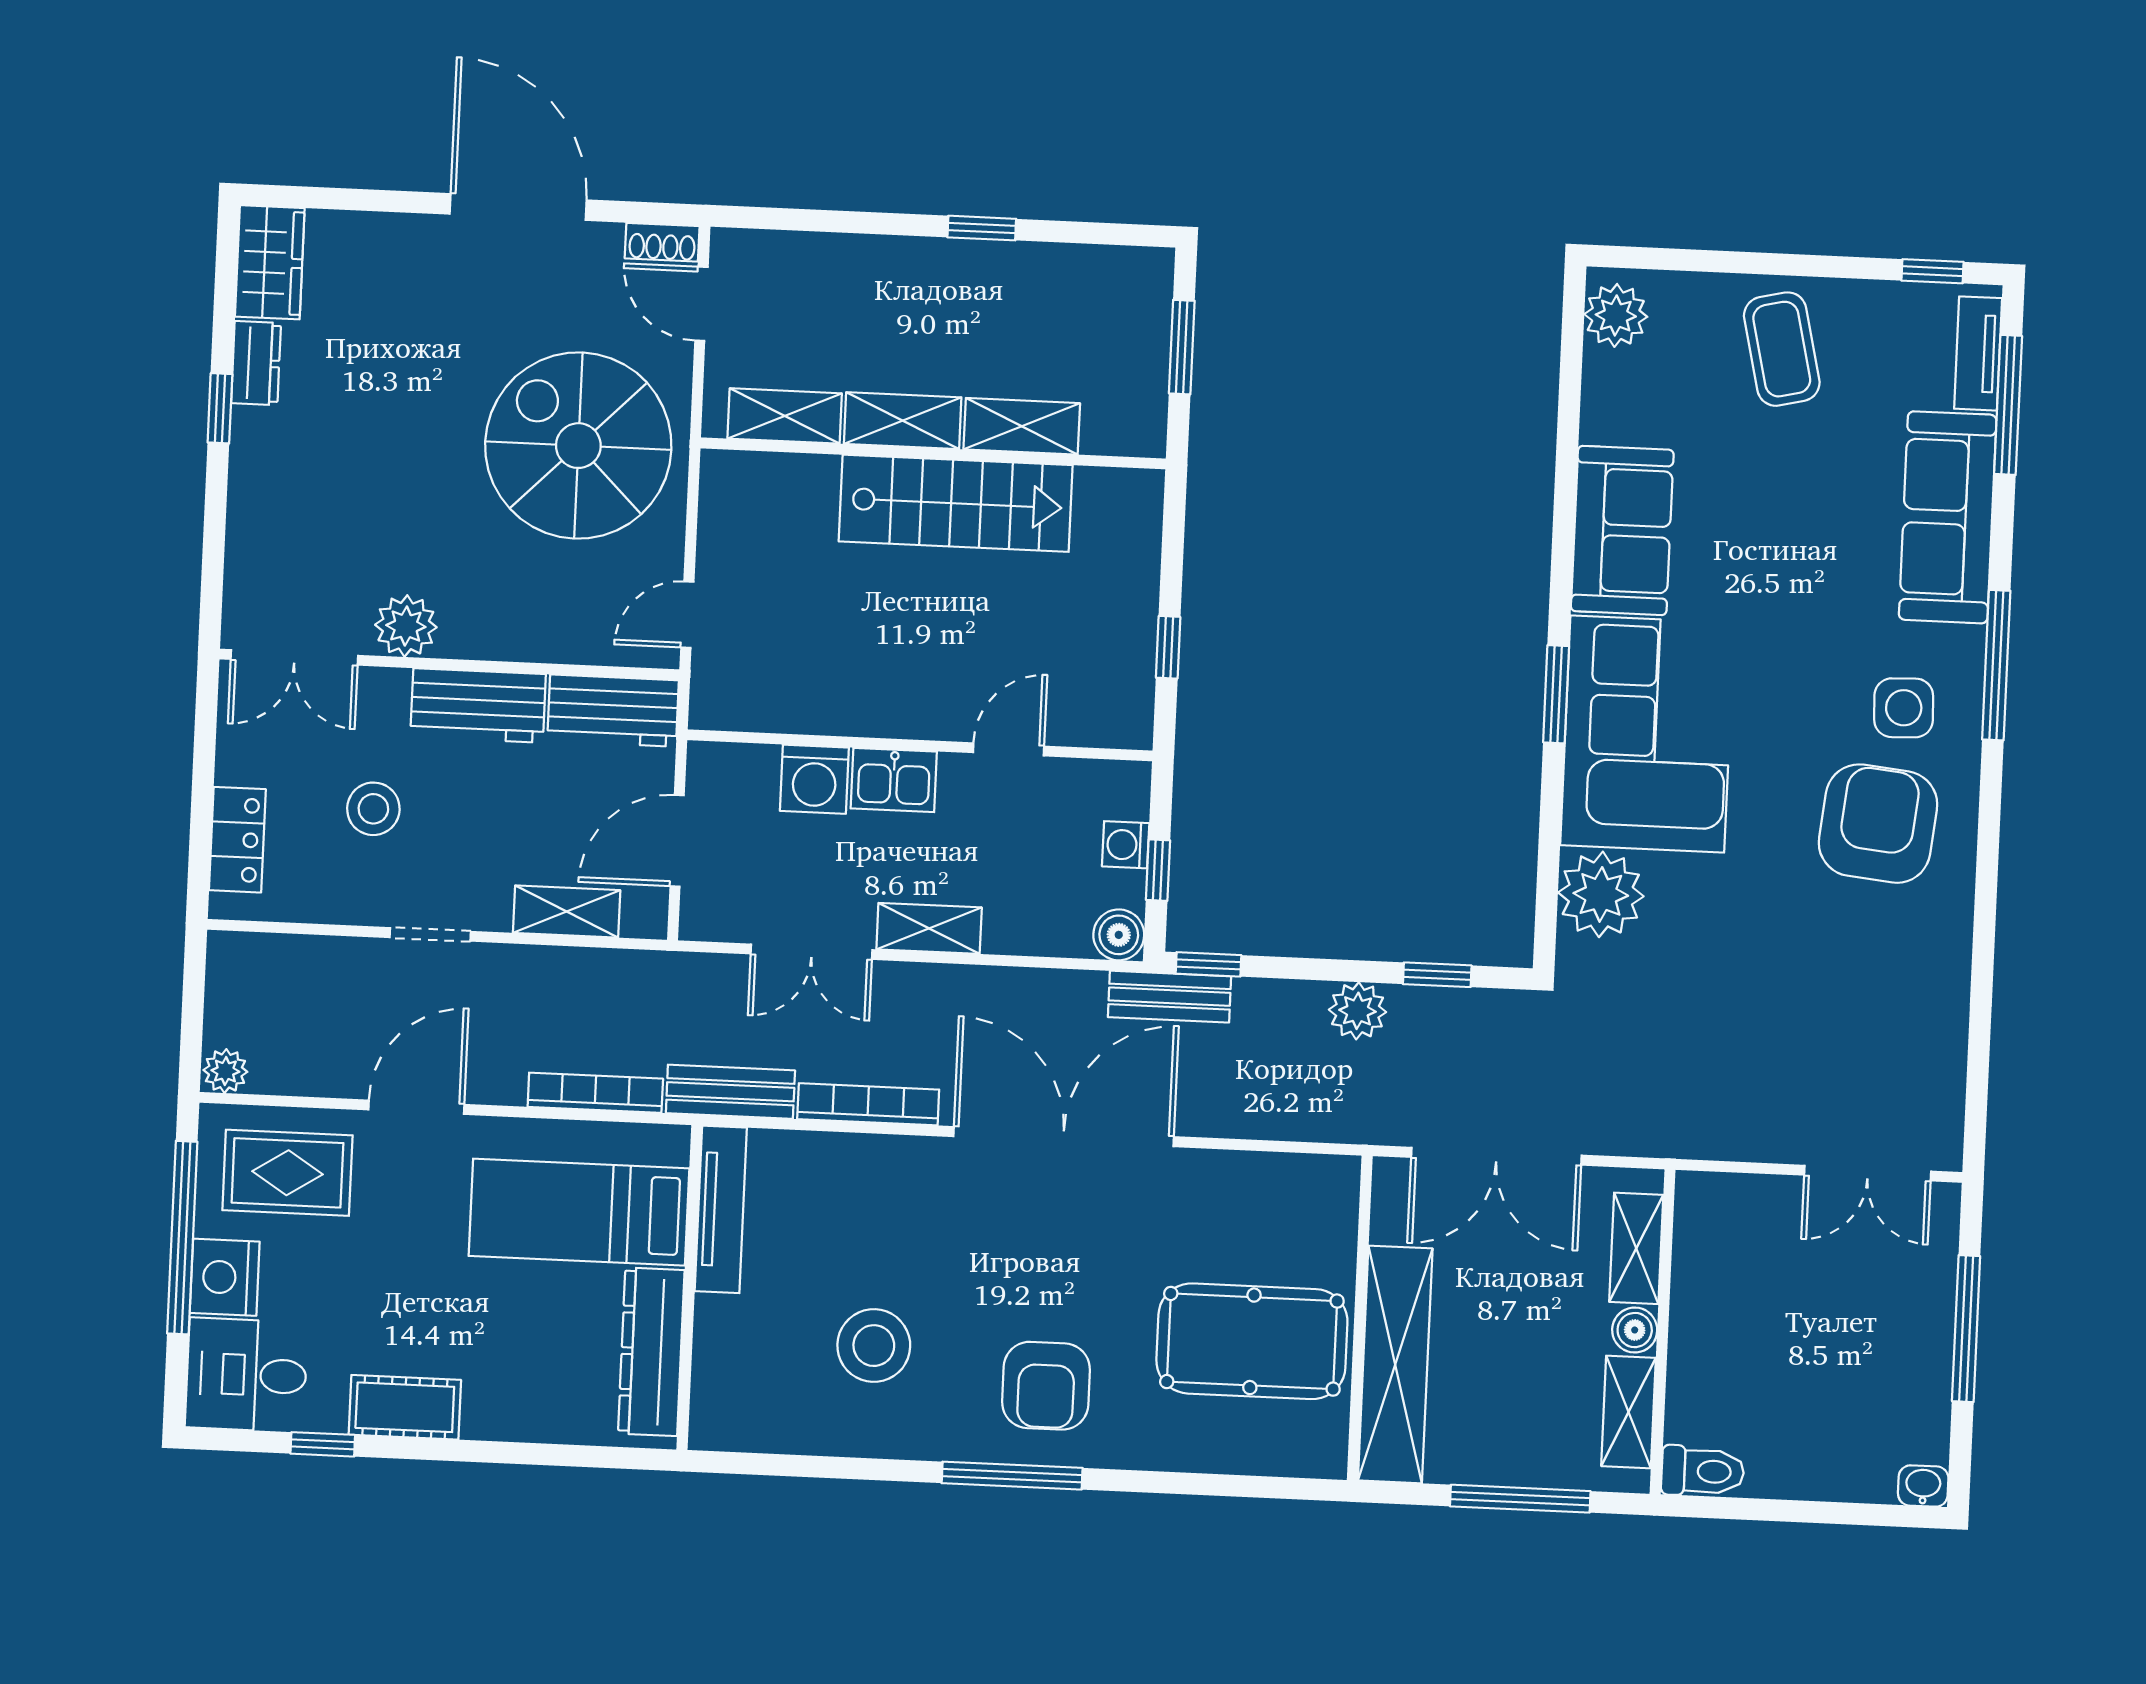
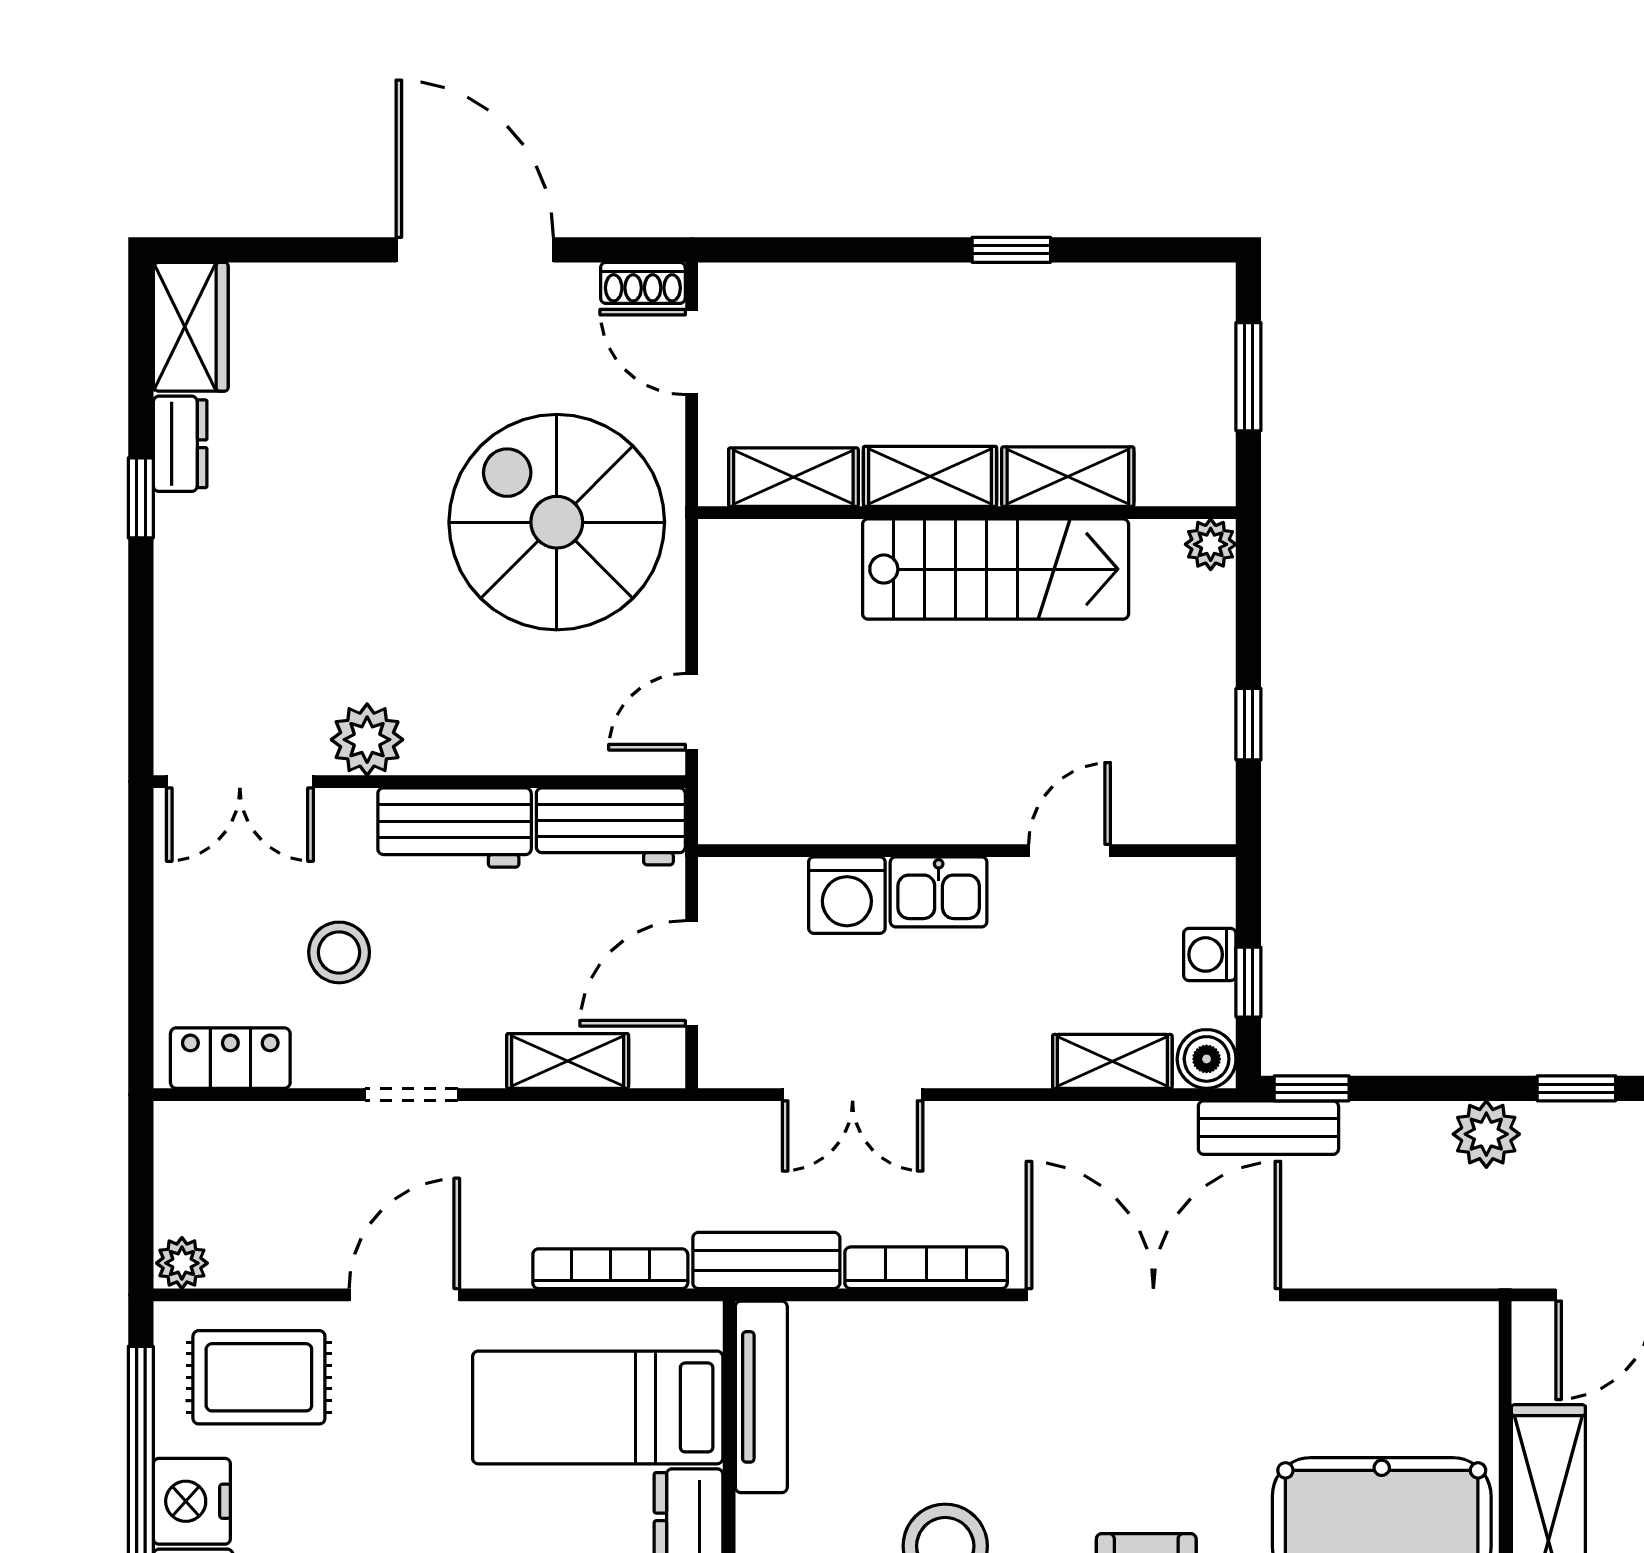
plant: (1142, 490) -> (1211, 544), added
locker: (237, 840) -> (230, 1058), moved, turned -90
shelving: (929, 928) -> (1112, 1061), moved

